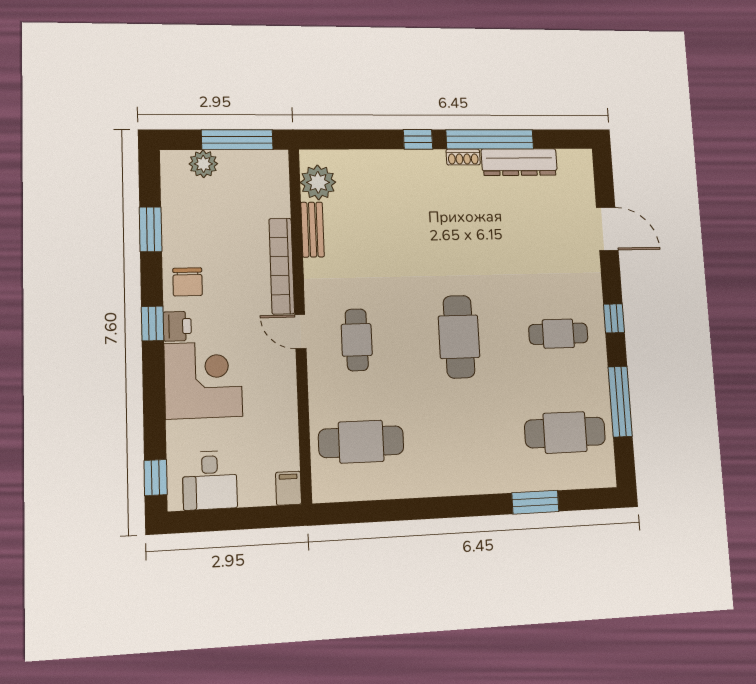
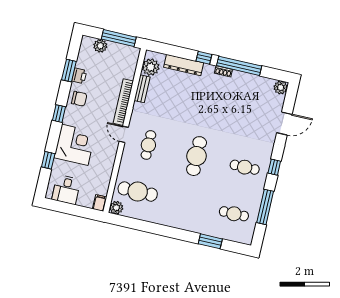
dresser: (519, 162) -> (184, 65), moved
plant: (580, 162) -> (281, 87), added
door: (607, 229) -> (284, 123), hinge flipped
chair: (188, 282) -> (79, 99), turned -90
printer: (177, 326) -> (79, 76), moved
cafe table: (565, 432) -> (234, 214), width x0.73, depth x0.74
window: (156, 477) -> (48, 160), moved
plant: (326, 488) -> (116, 208), added

